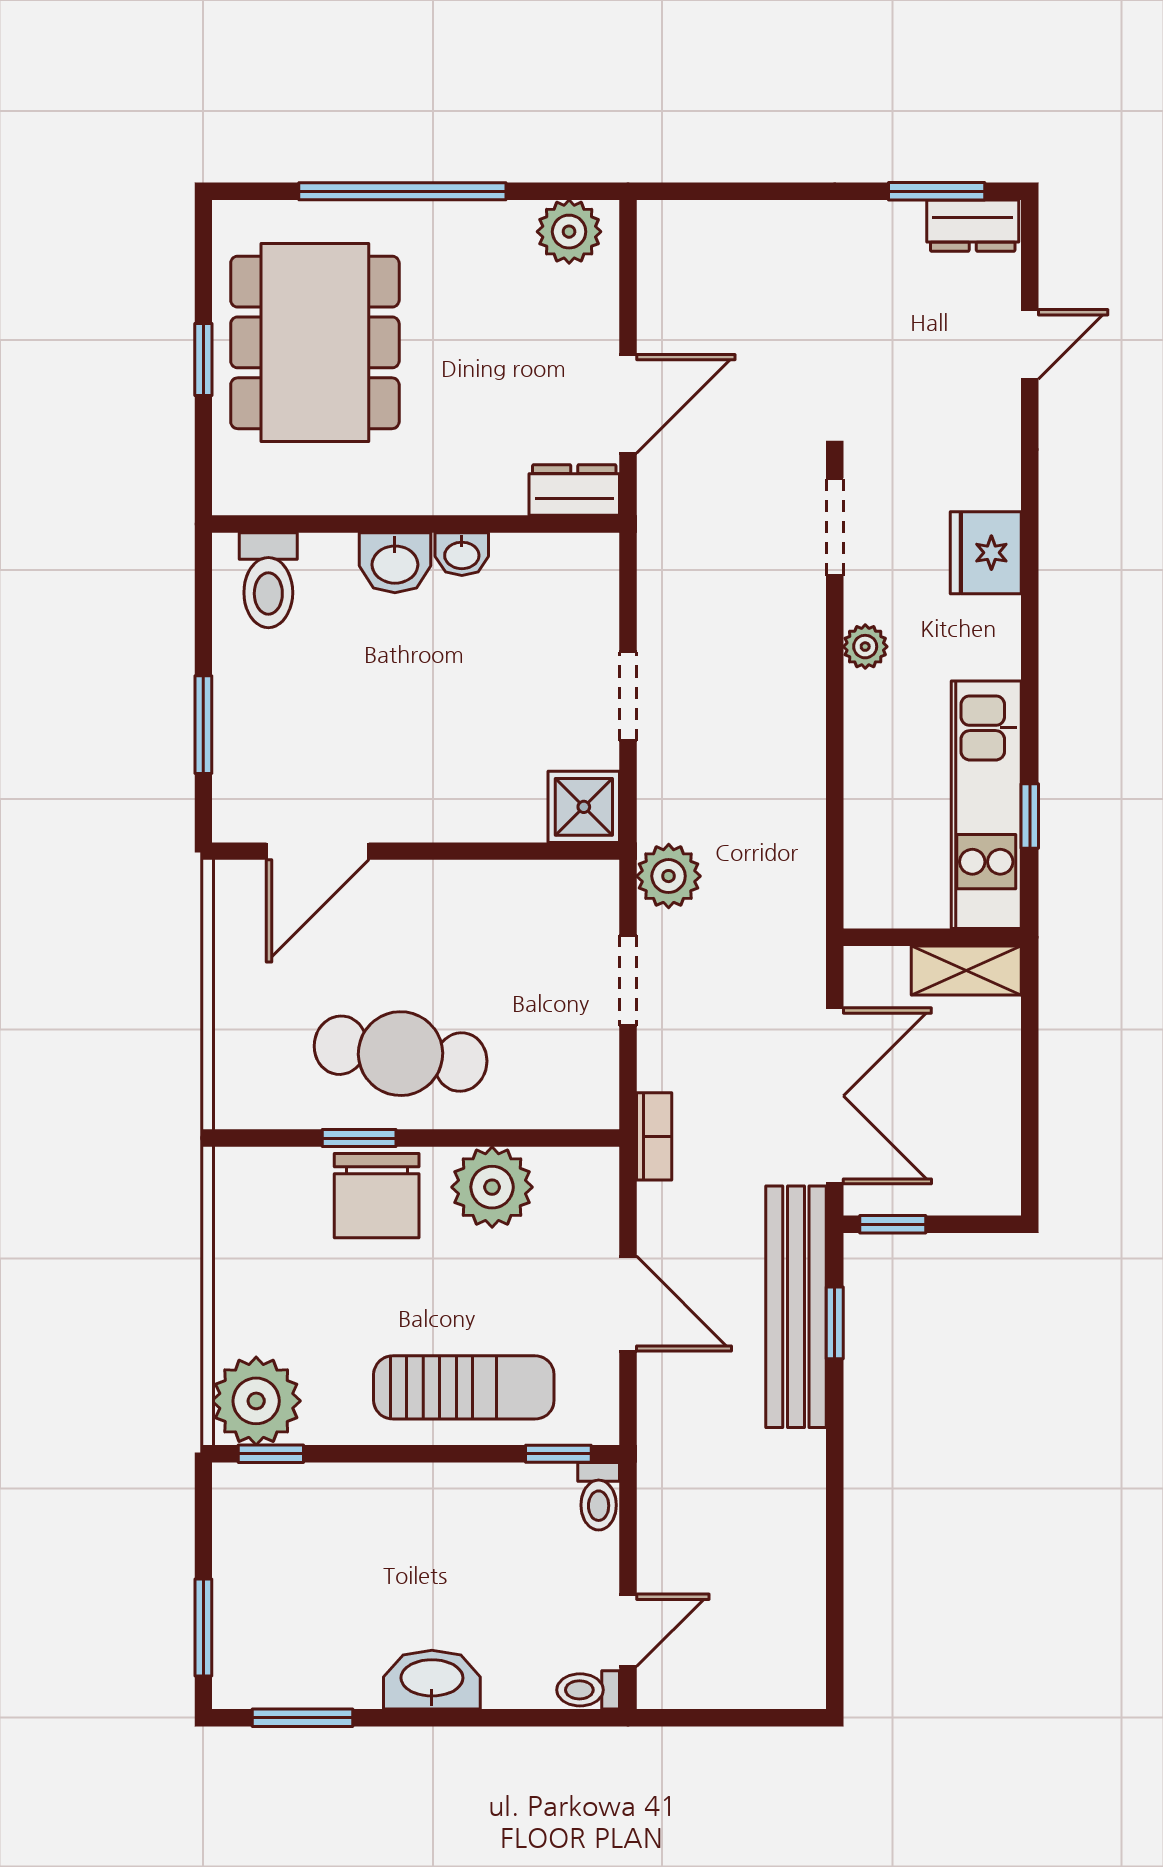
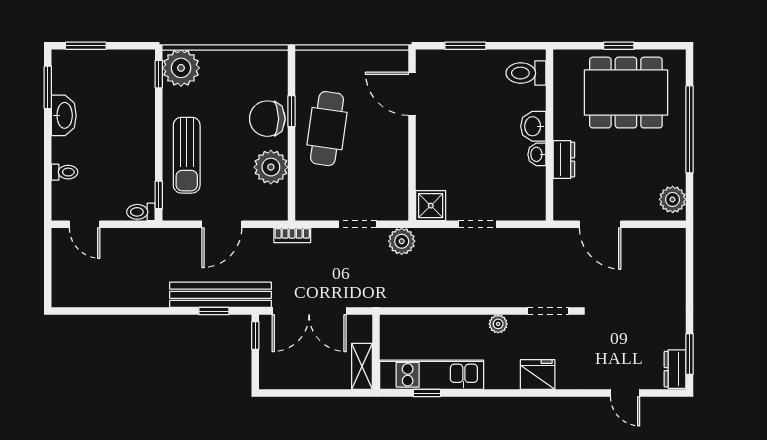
dresser: (574, 490) -> (564, 160), moved
washbasin: (432, 1680) -> (64, 115), moved
toilet: (588, 1690) -> (65, 172), moved, turned 90

